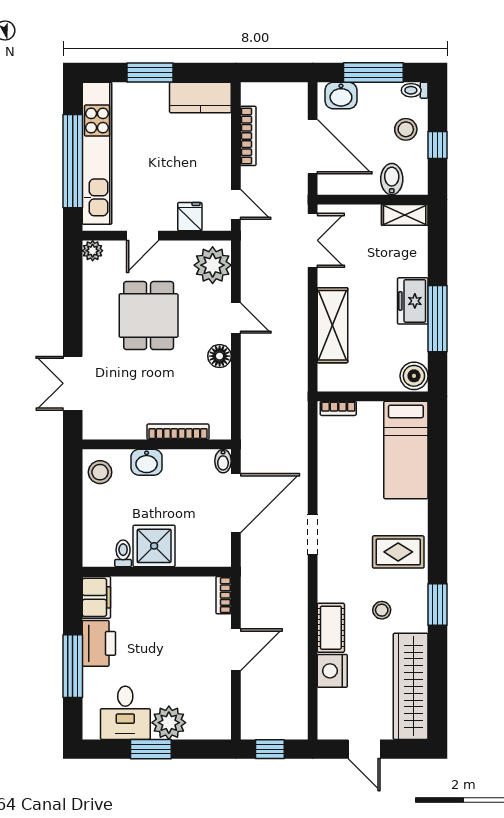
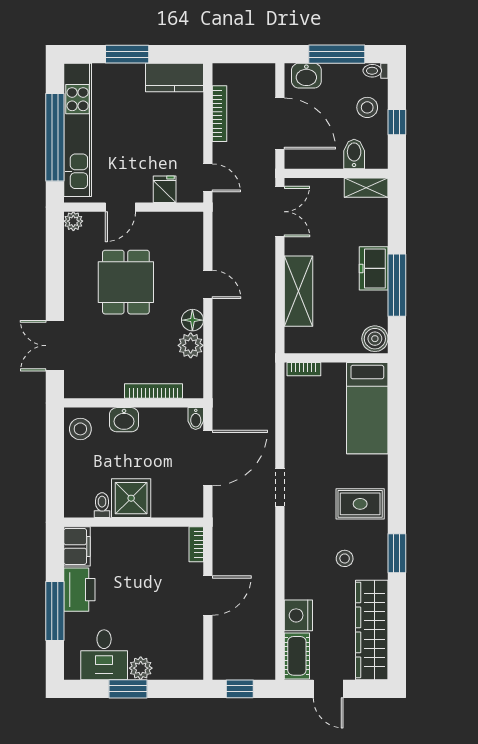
plant: (213, 265) -> (191, 345), moved, width x0.73, depth x0.73
cot: (331, 628) -> (297, 656), moved
plant: (169, 723) -> (141, 668), width x0.73, depth x0.73

